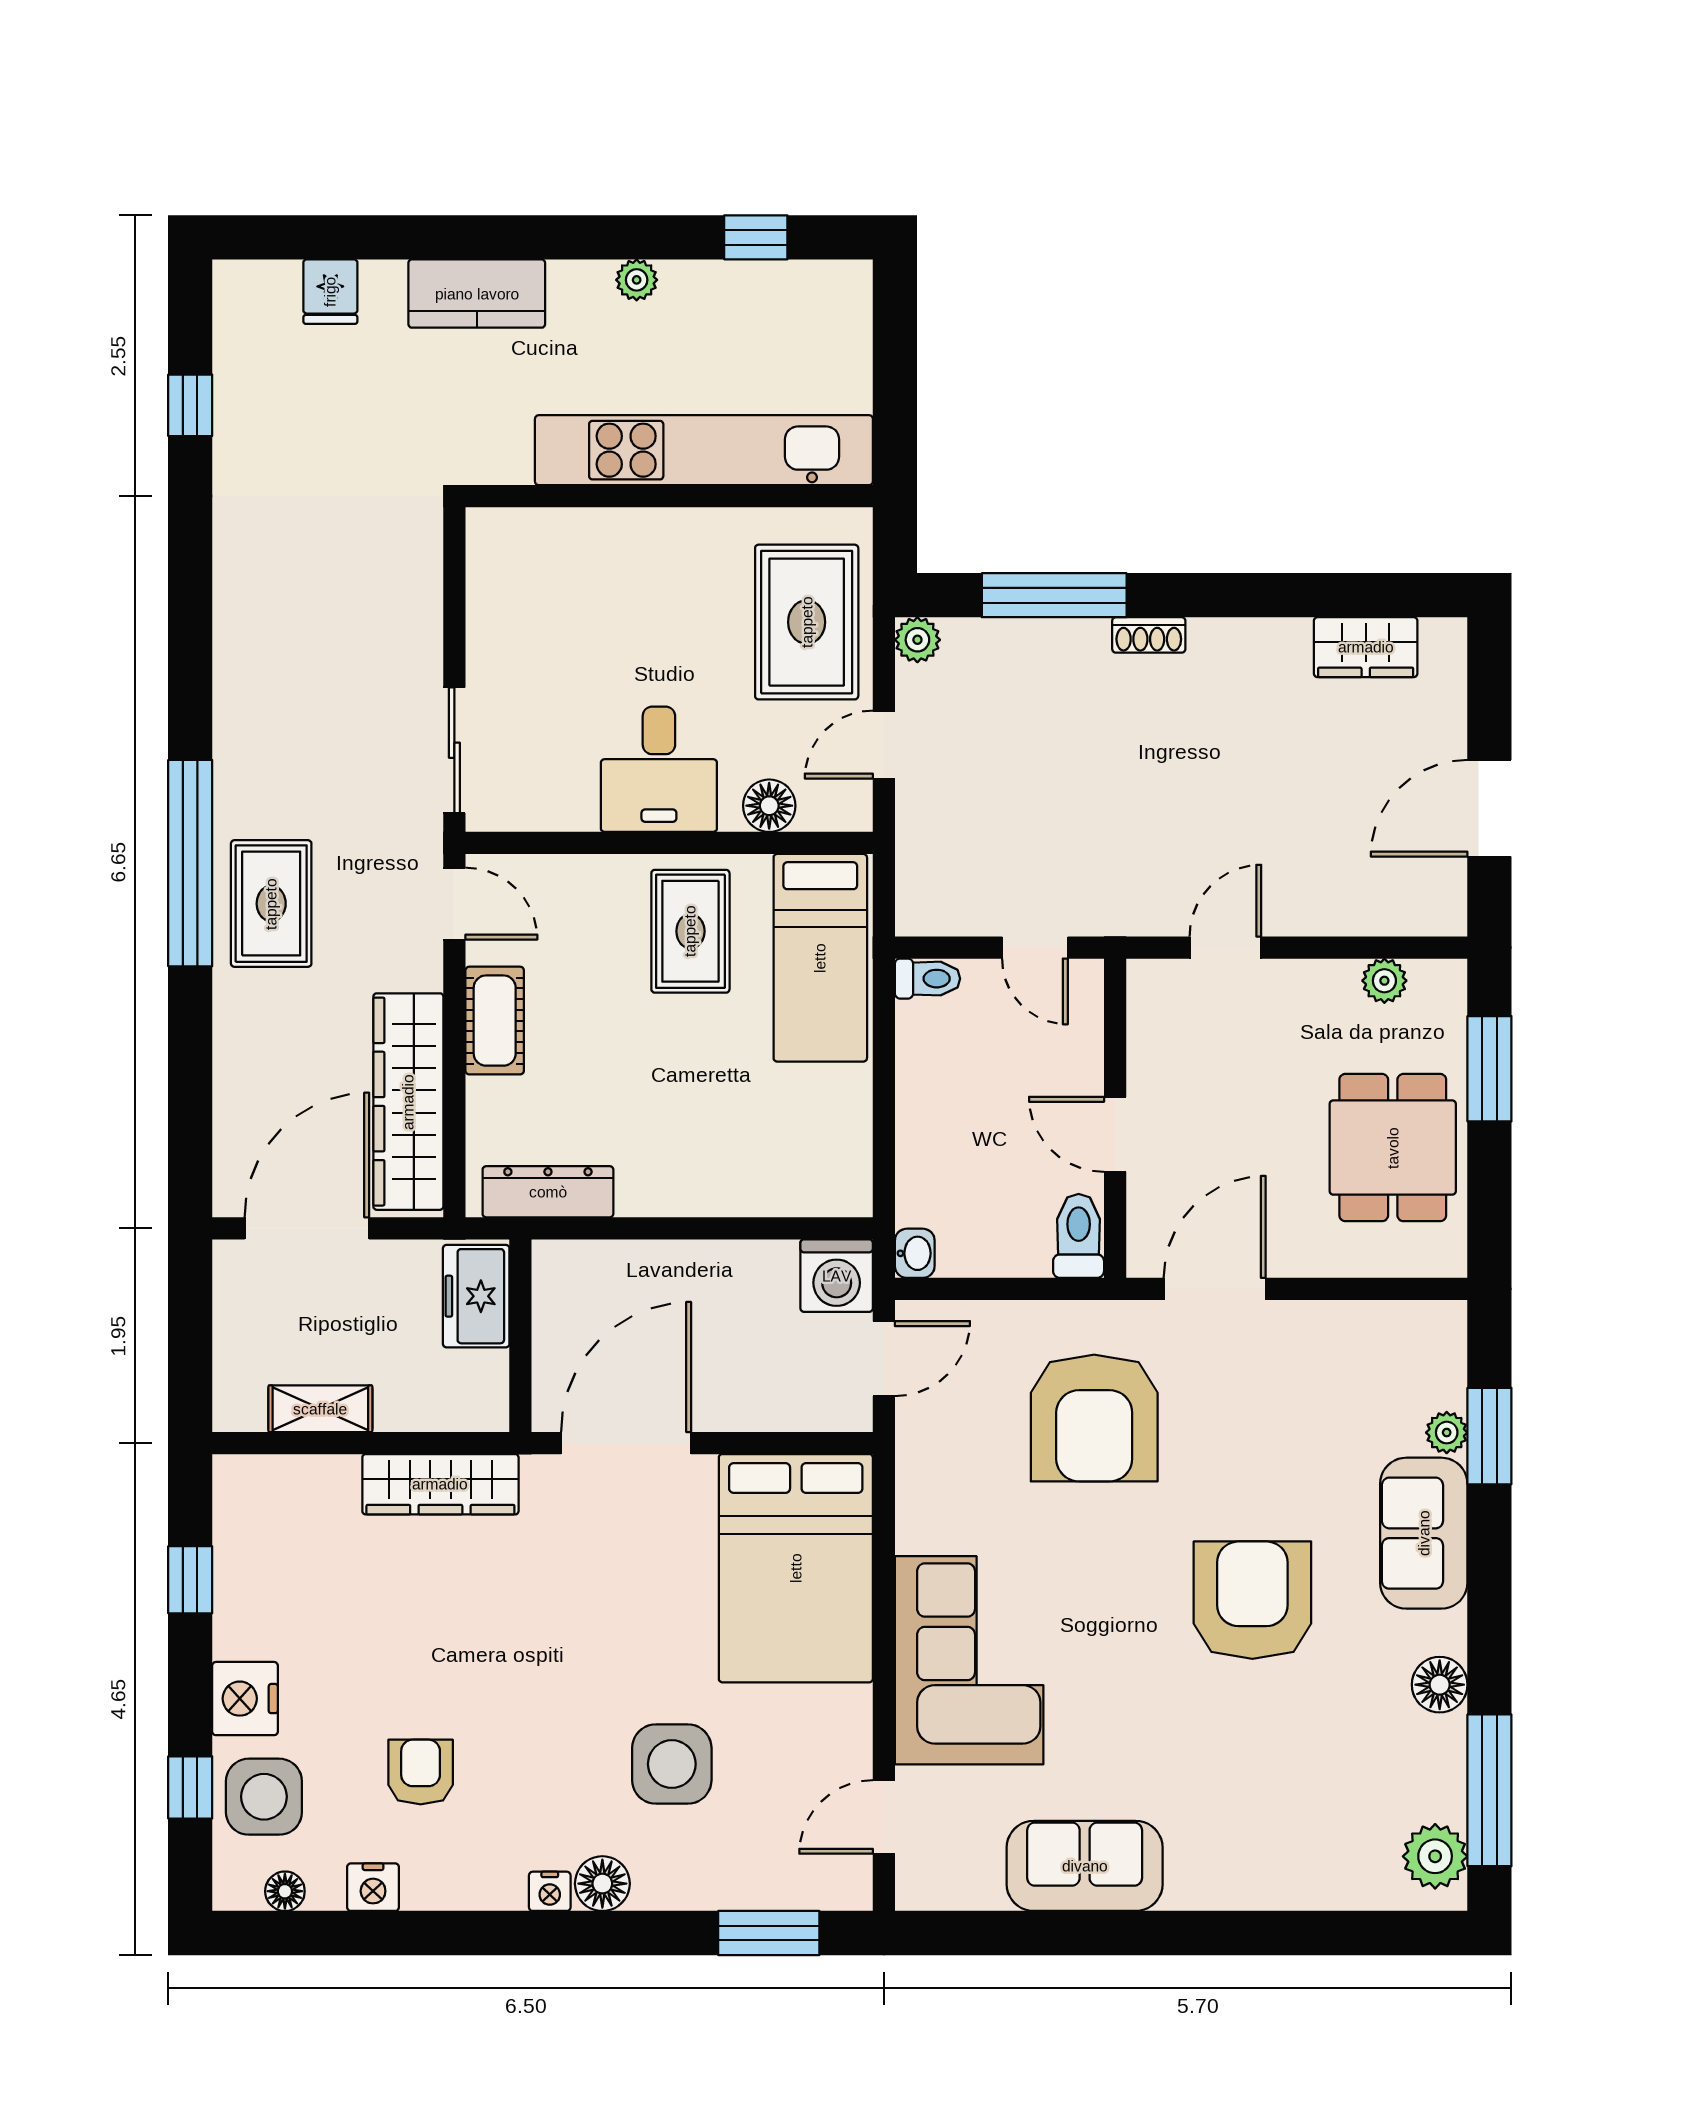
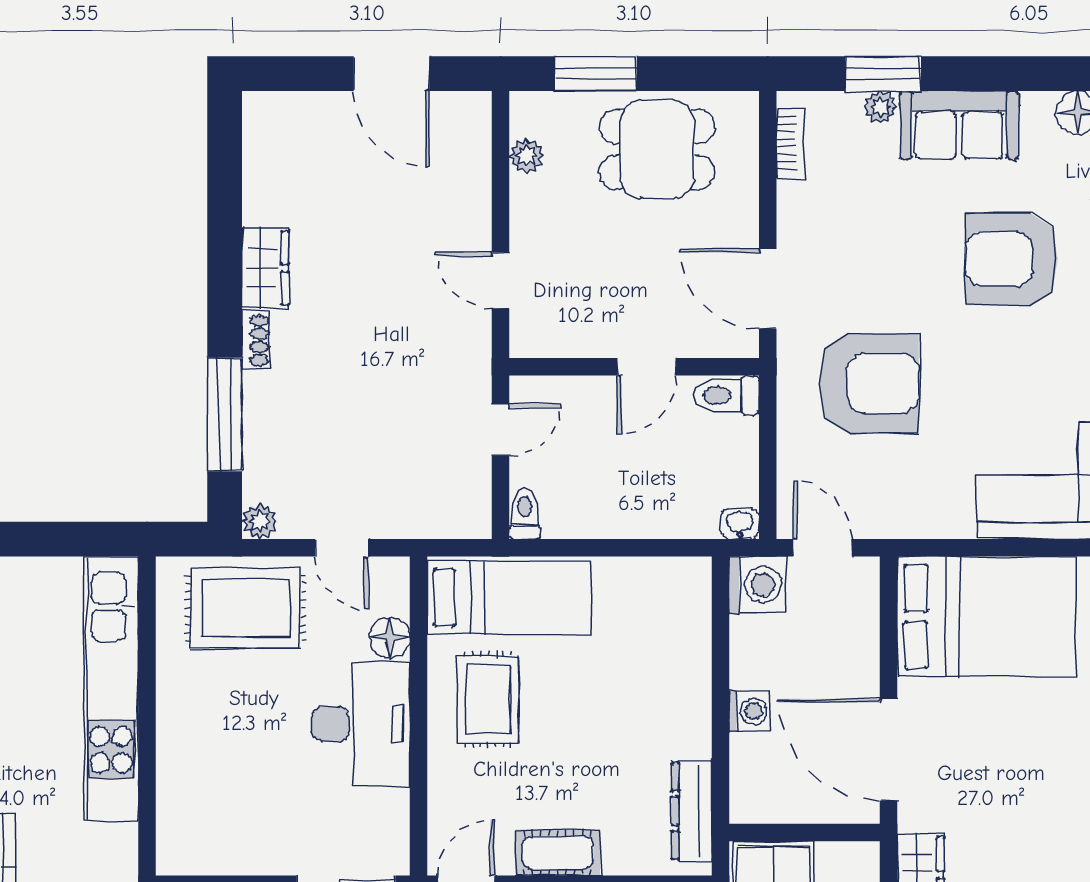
wardrobe: (1366, 647) -> (265, 268), moved
desk: (659, 769) -> (361, 724), width x1.37
rug: (690, 931) -> (488, 699), turned 90
washing machine: (675, 1265) -> (749, 711), added
bookcase: (1401, 1318) -> (791, 143), added

